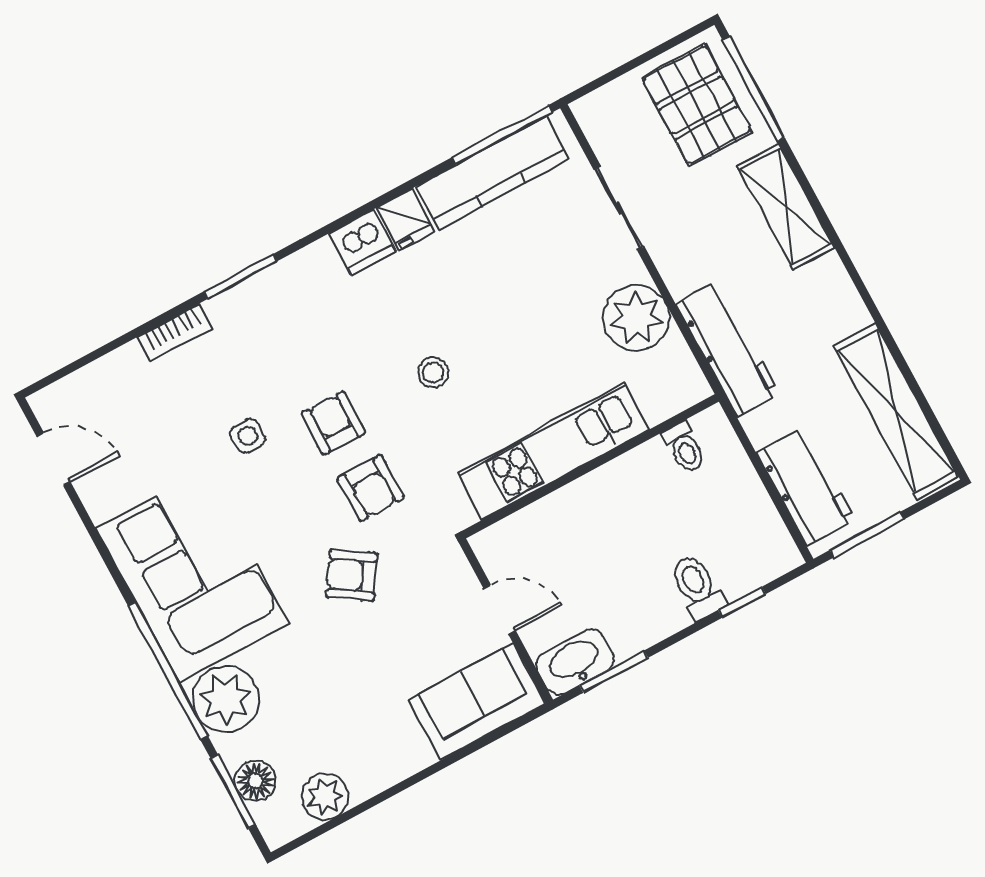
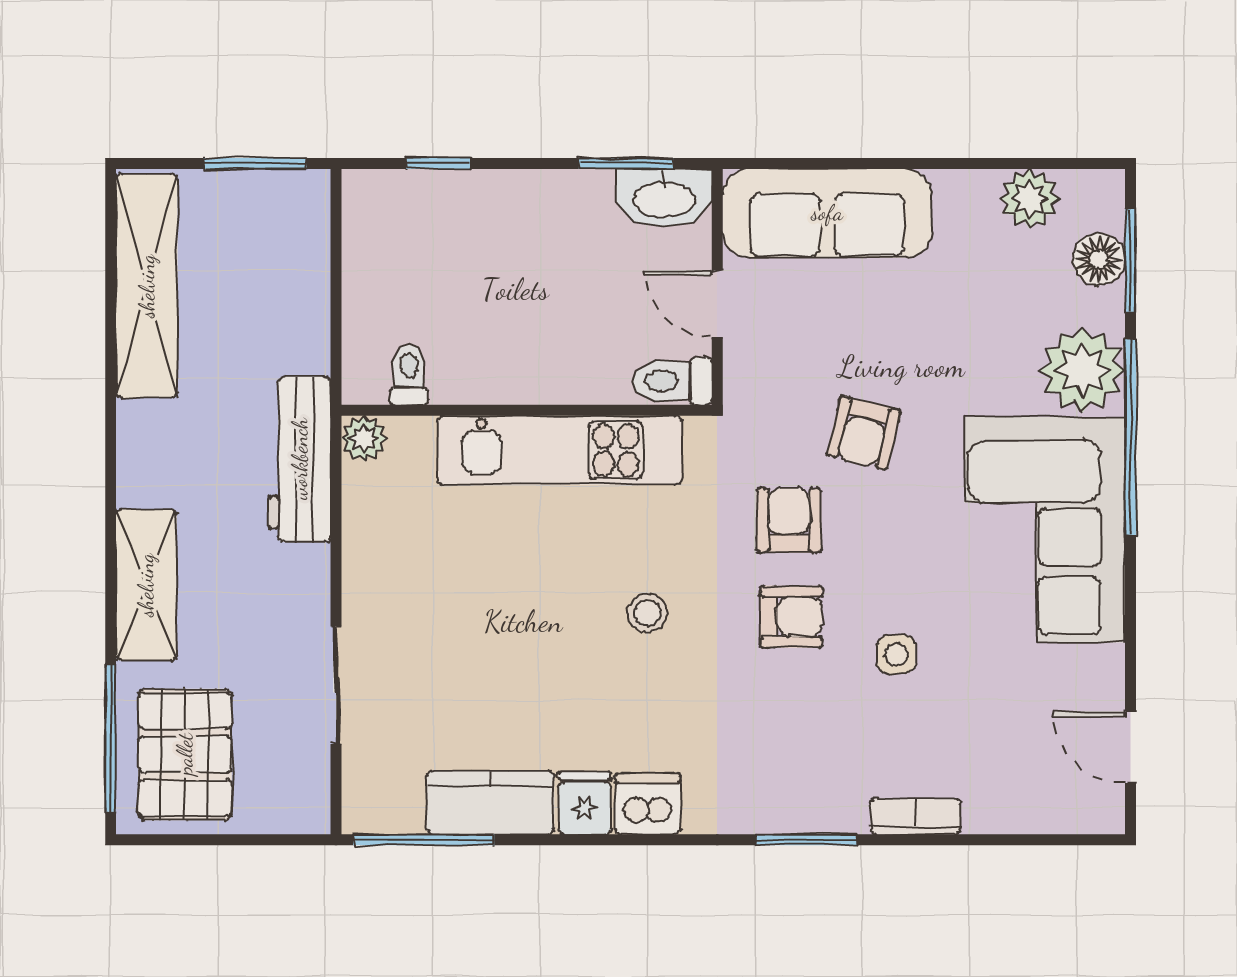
kitchen counter: (492, 173) -> (490, 802), width x0.67
plant: (636, 318) -> (364, 438), moved, width x0.53, depth x0.53
armchair: (333, 423) -> (791, 617), turned -91
workbench: (805, 486) -> (295, 256), removed
armchair: (352, 575) -> (864, 433), turned 71
toilet: (697, 587) -> (672, 381), moved, turned 90
sofa: (477, 702) -> (827, 213), width x1.36

